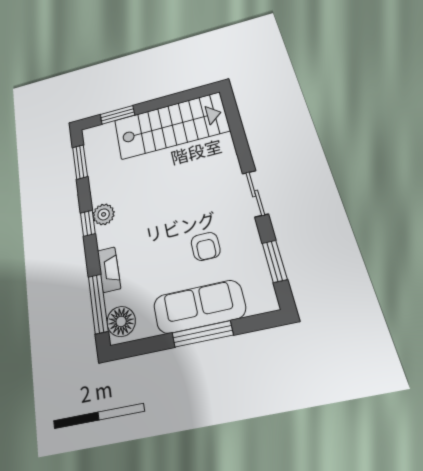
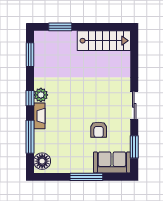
stairs: (171, 125) -> (104, 41), width x0.73, depth x0.66
fireplace: (109, 270) -> (39, 116), moved
window: (98, 304) -> (30, 137), moved
sofa: (199, 307) -> (112, 162), moved, width x0.73

